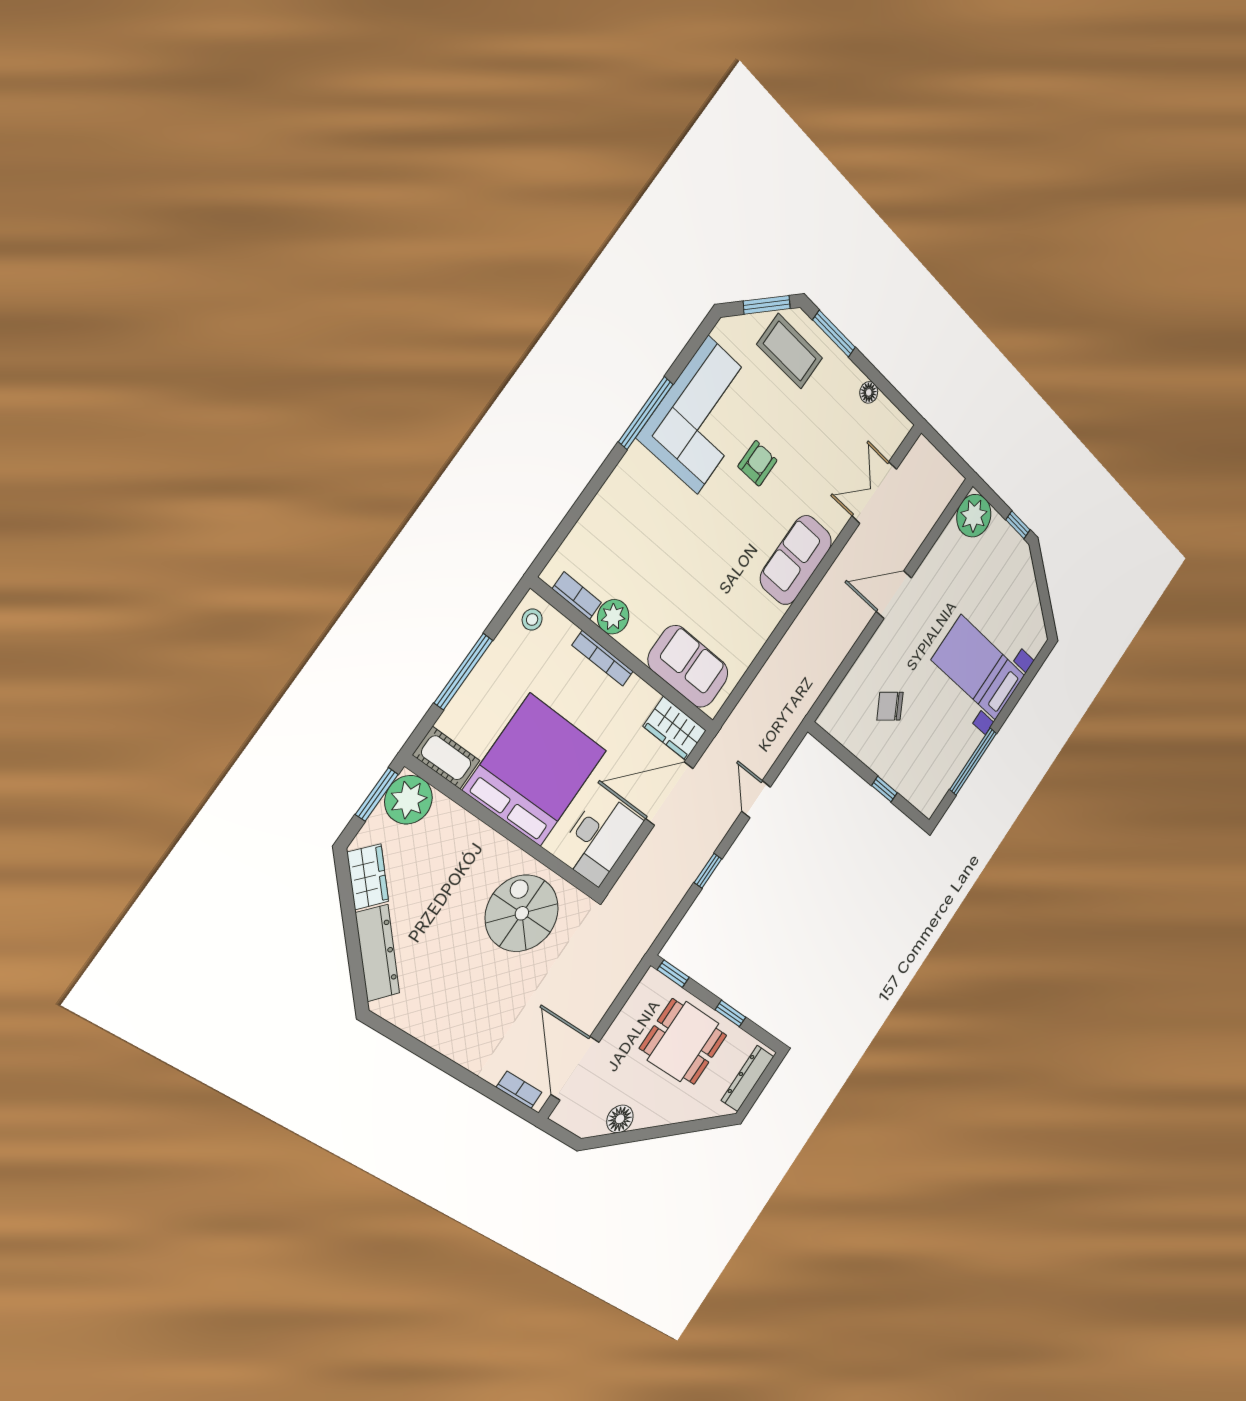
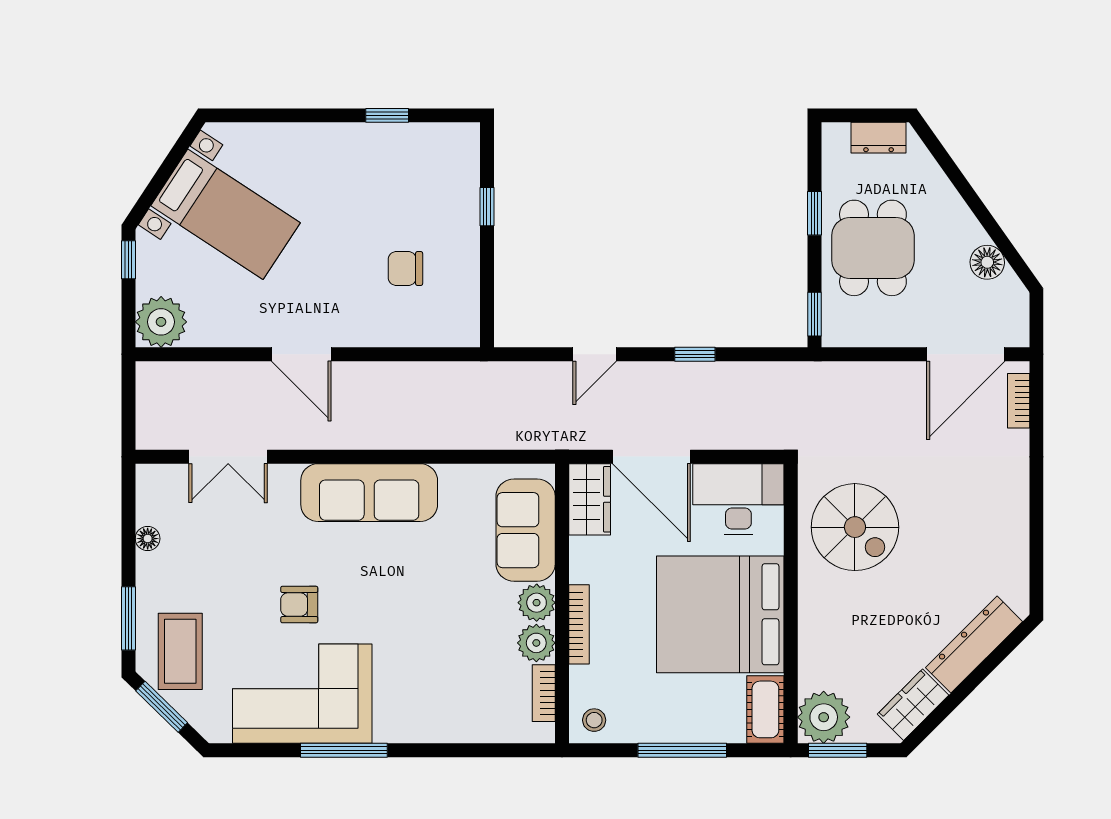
sofa: (796, 560) -> (369, 493), width x1.36
plant: (638, 638) -> (537, 603), added
bed with nightstands: (978, 668) -> (225, 214), moved, turned -57
chair: (890, 706) -> (405, 268), turned 124
window: (973, 761) -> (387, 115), width x0.46
spiral stairs: (522, 913) -> (855, 527), turned -90
dresser: (747, 1078) -> (879, 138), width x0.70

